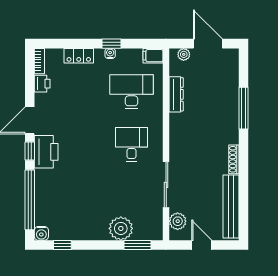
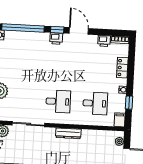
window: (111, 44) -> (129, 103), moved
desk: (132, 92) -> (95, 103), width x0.73
dresser: (176, 94) -> (68, 133), moved
printer: (46, 152) -> (56, 39), width x0.53, depth x0.68

